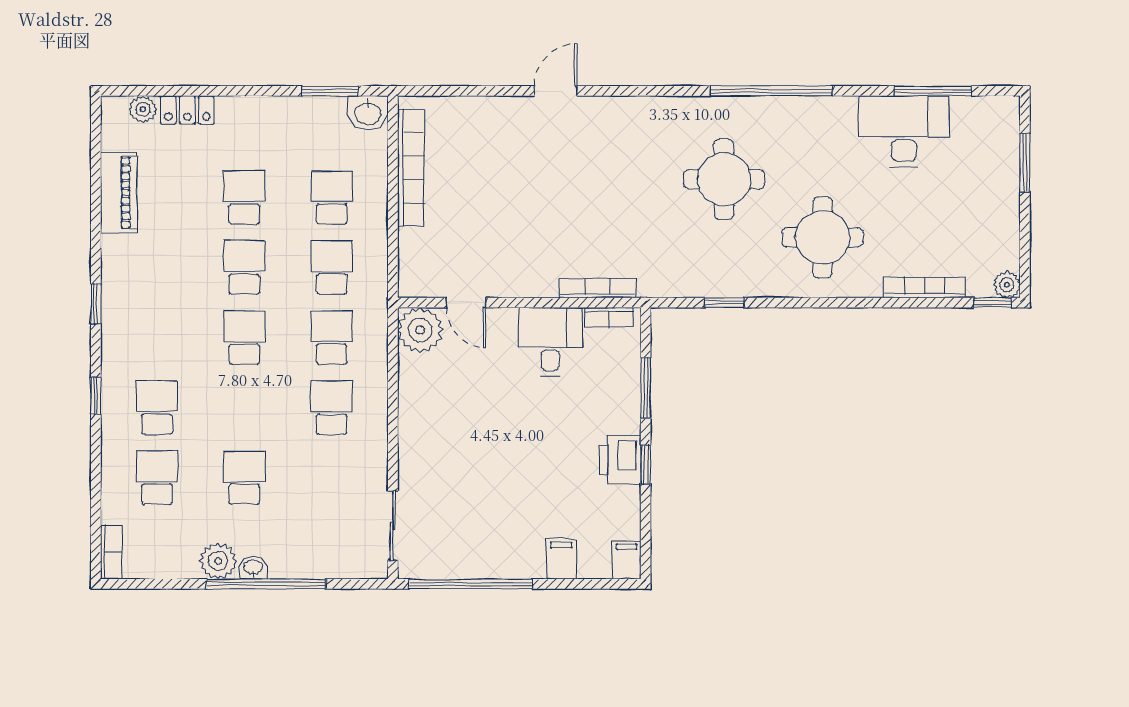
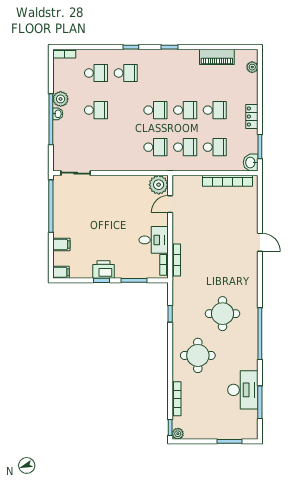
locker: (187, 110) -> (252, 116), moved
school desk: (332, 408) -> (126, 147), removed

